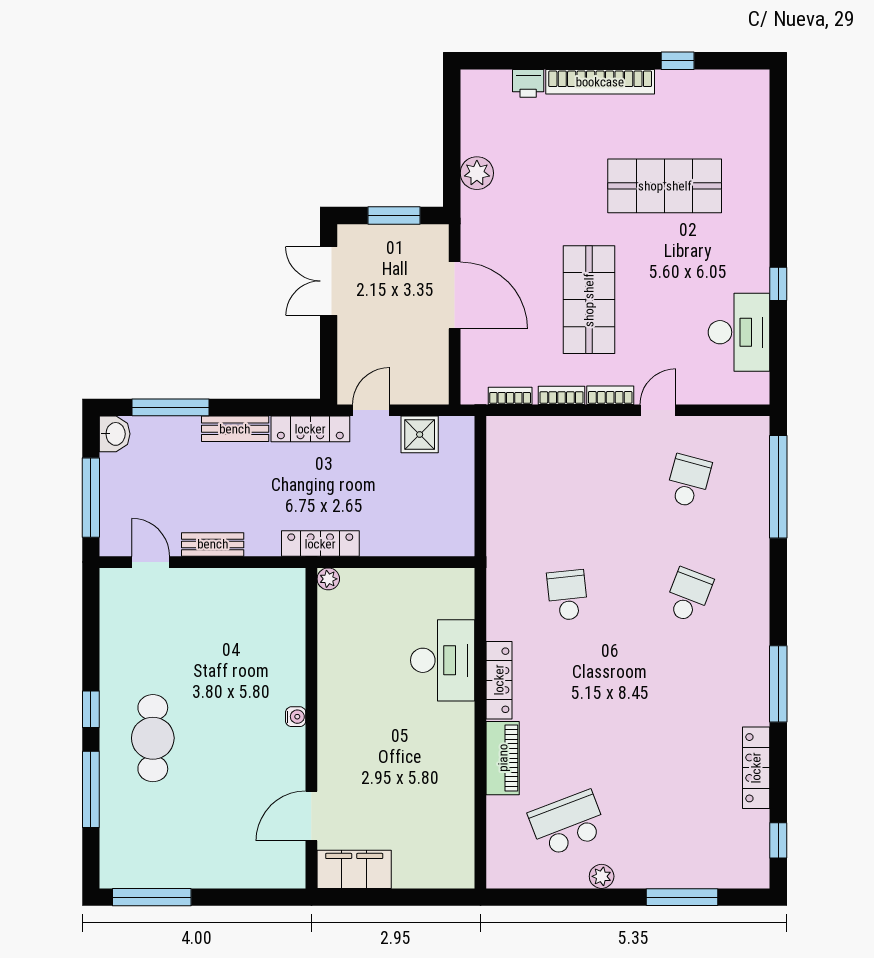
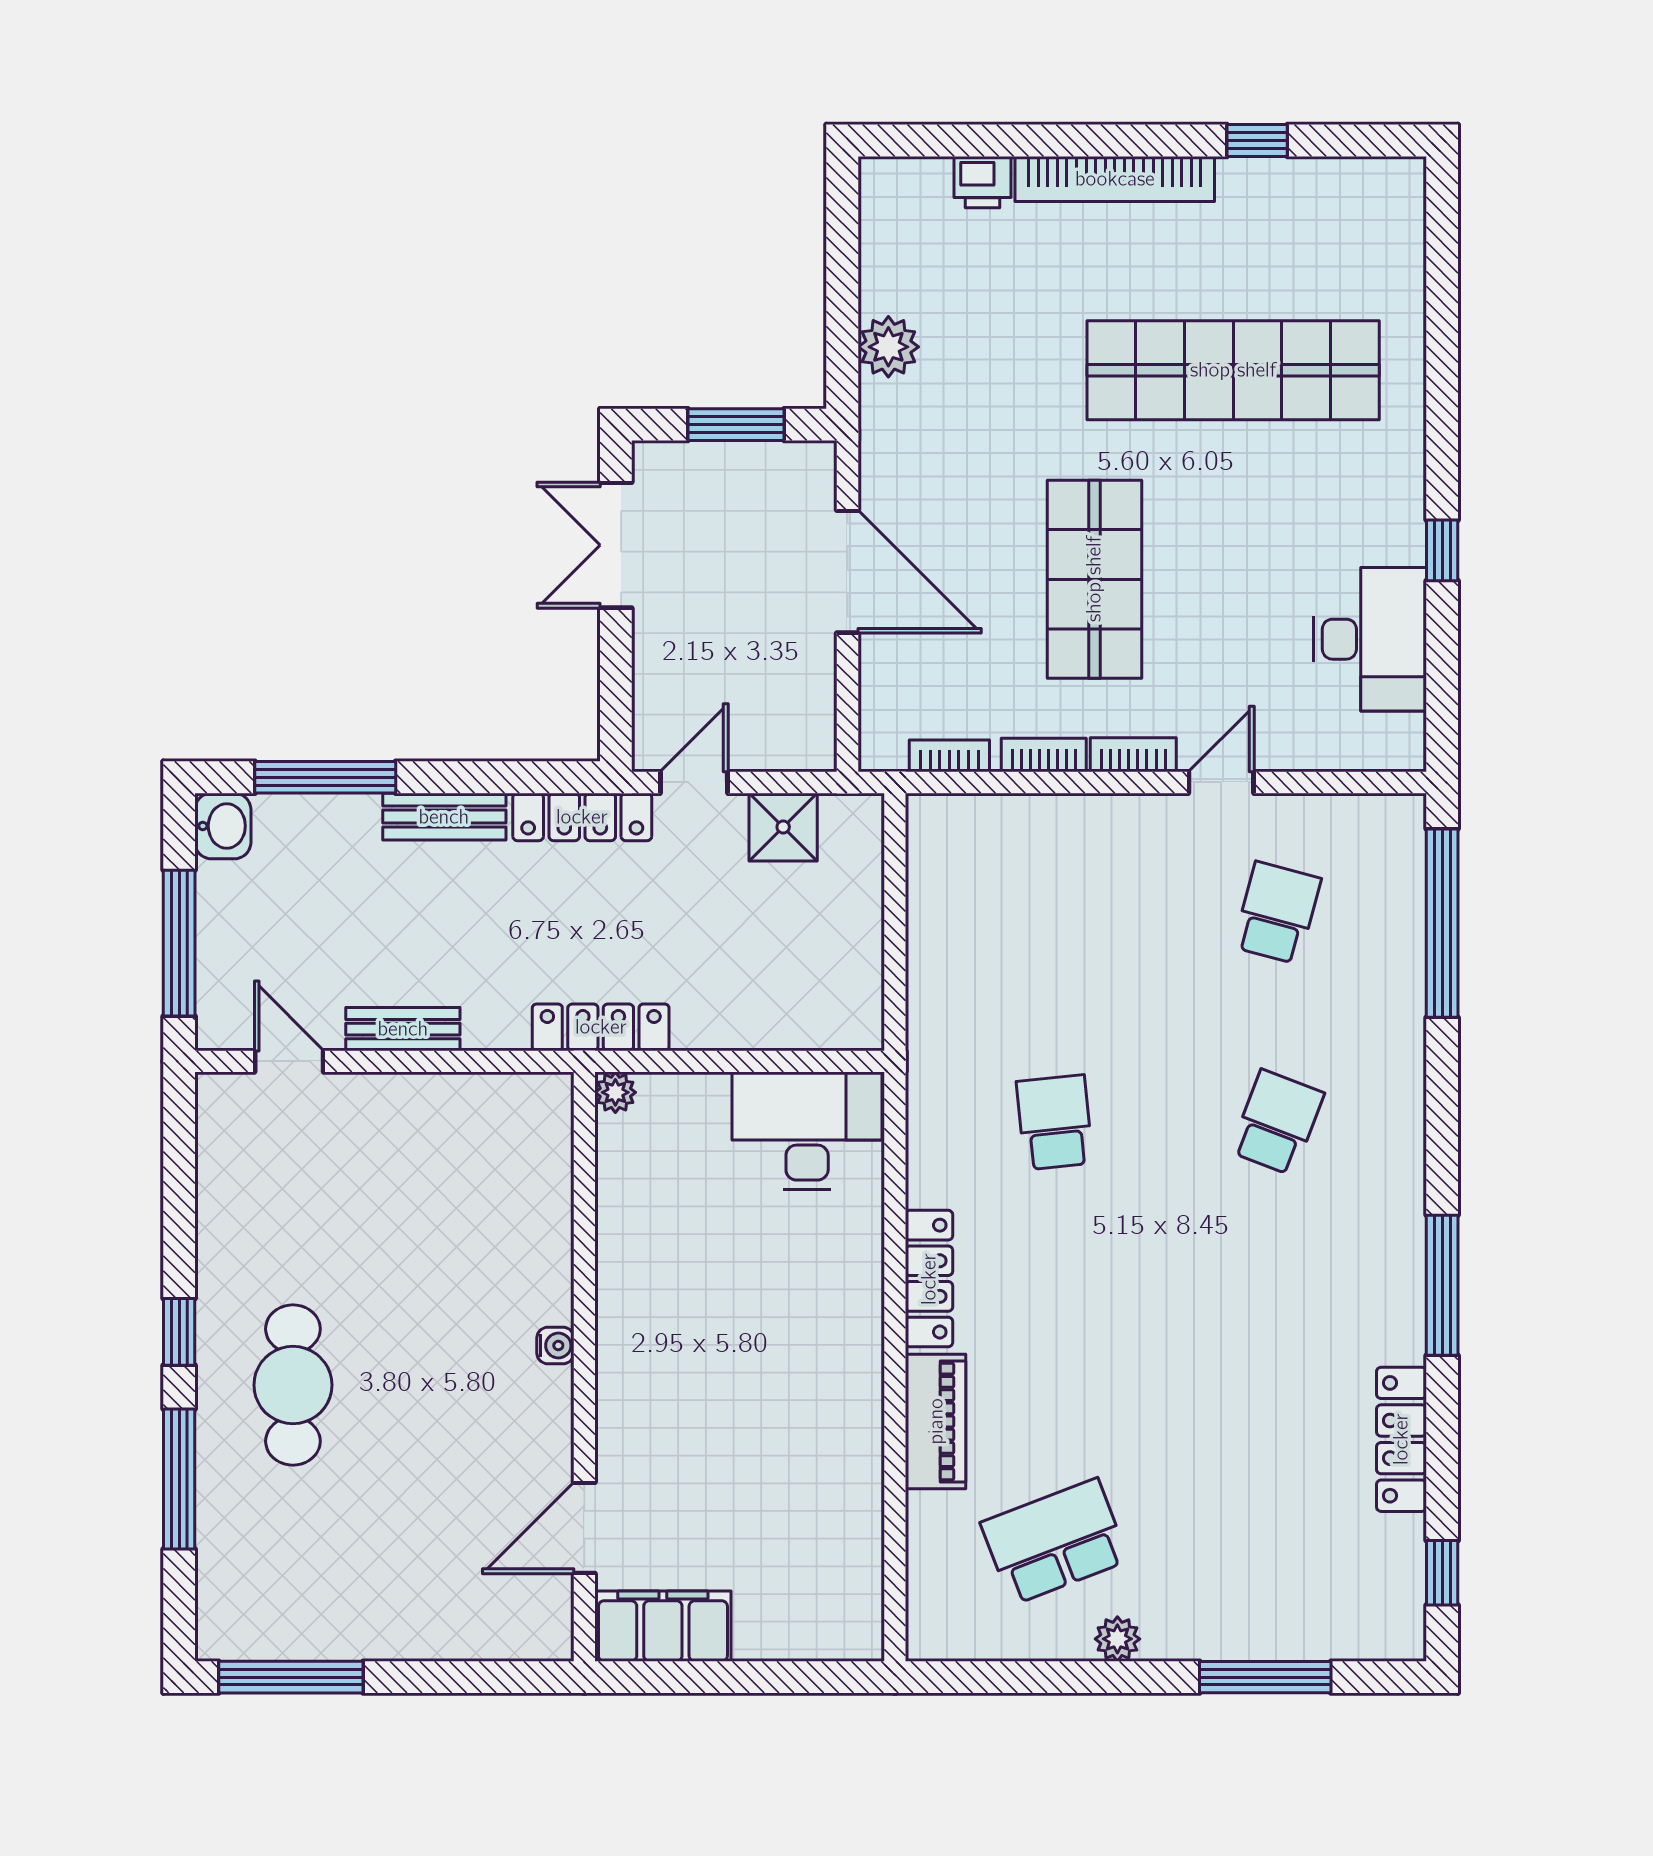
shop shelf: (665, 186) -> (1233, 370), width x1.40
desk: (443, 660) -> (807, 1131), moved, turned -90

